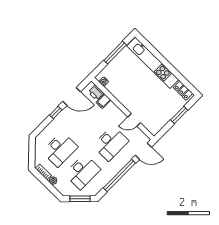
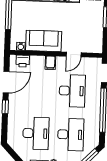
sofa: (122, 92) -> (44, 41), added
filing cabinet: (103, 101) -> (50, 63), moved

